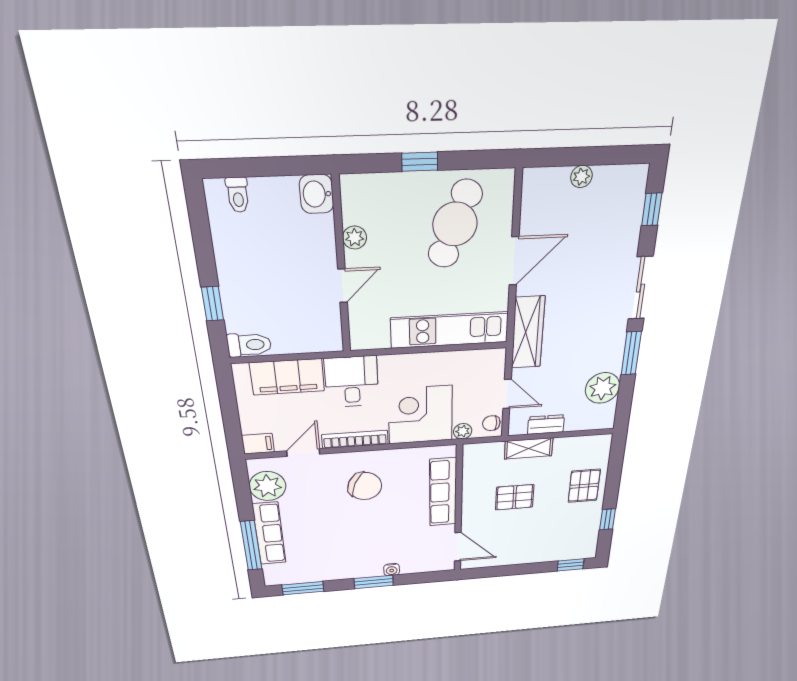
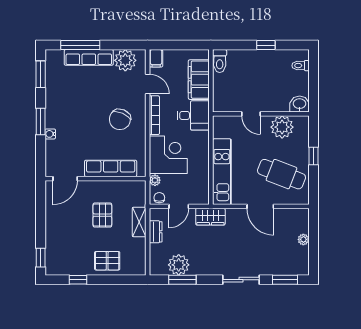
window: (652, 209) -> (285, 280), width x1.50
plant: (355, 238) -> (282, 127), width x1.88, depth x1.88
window: (213, 304) -> (266, 45), moved
wardrobe: (528, 332) -> (210, 217), width x0.67
window: (631, 353) -> (182, 280), moved

